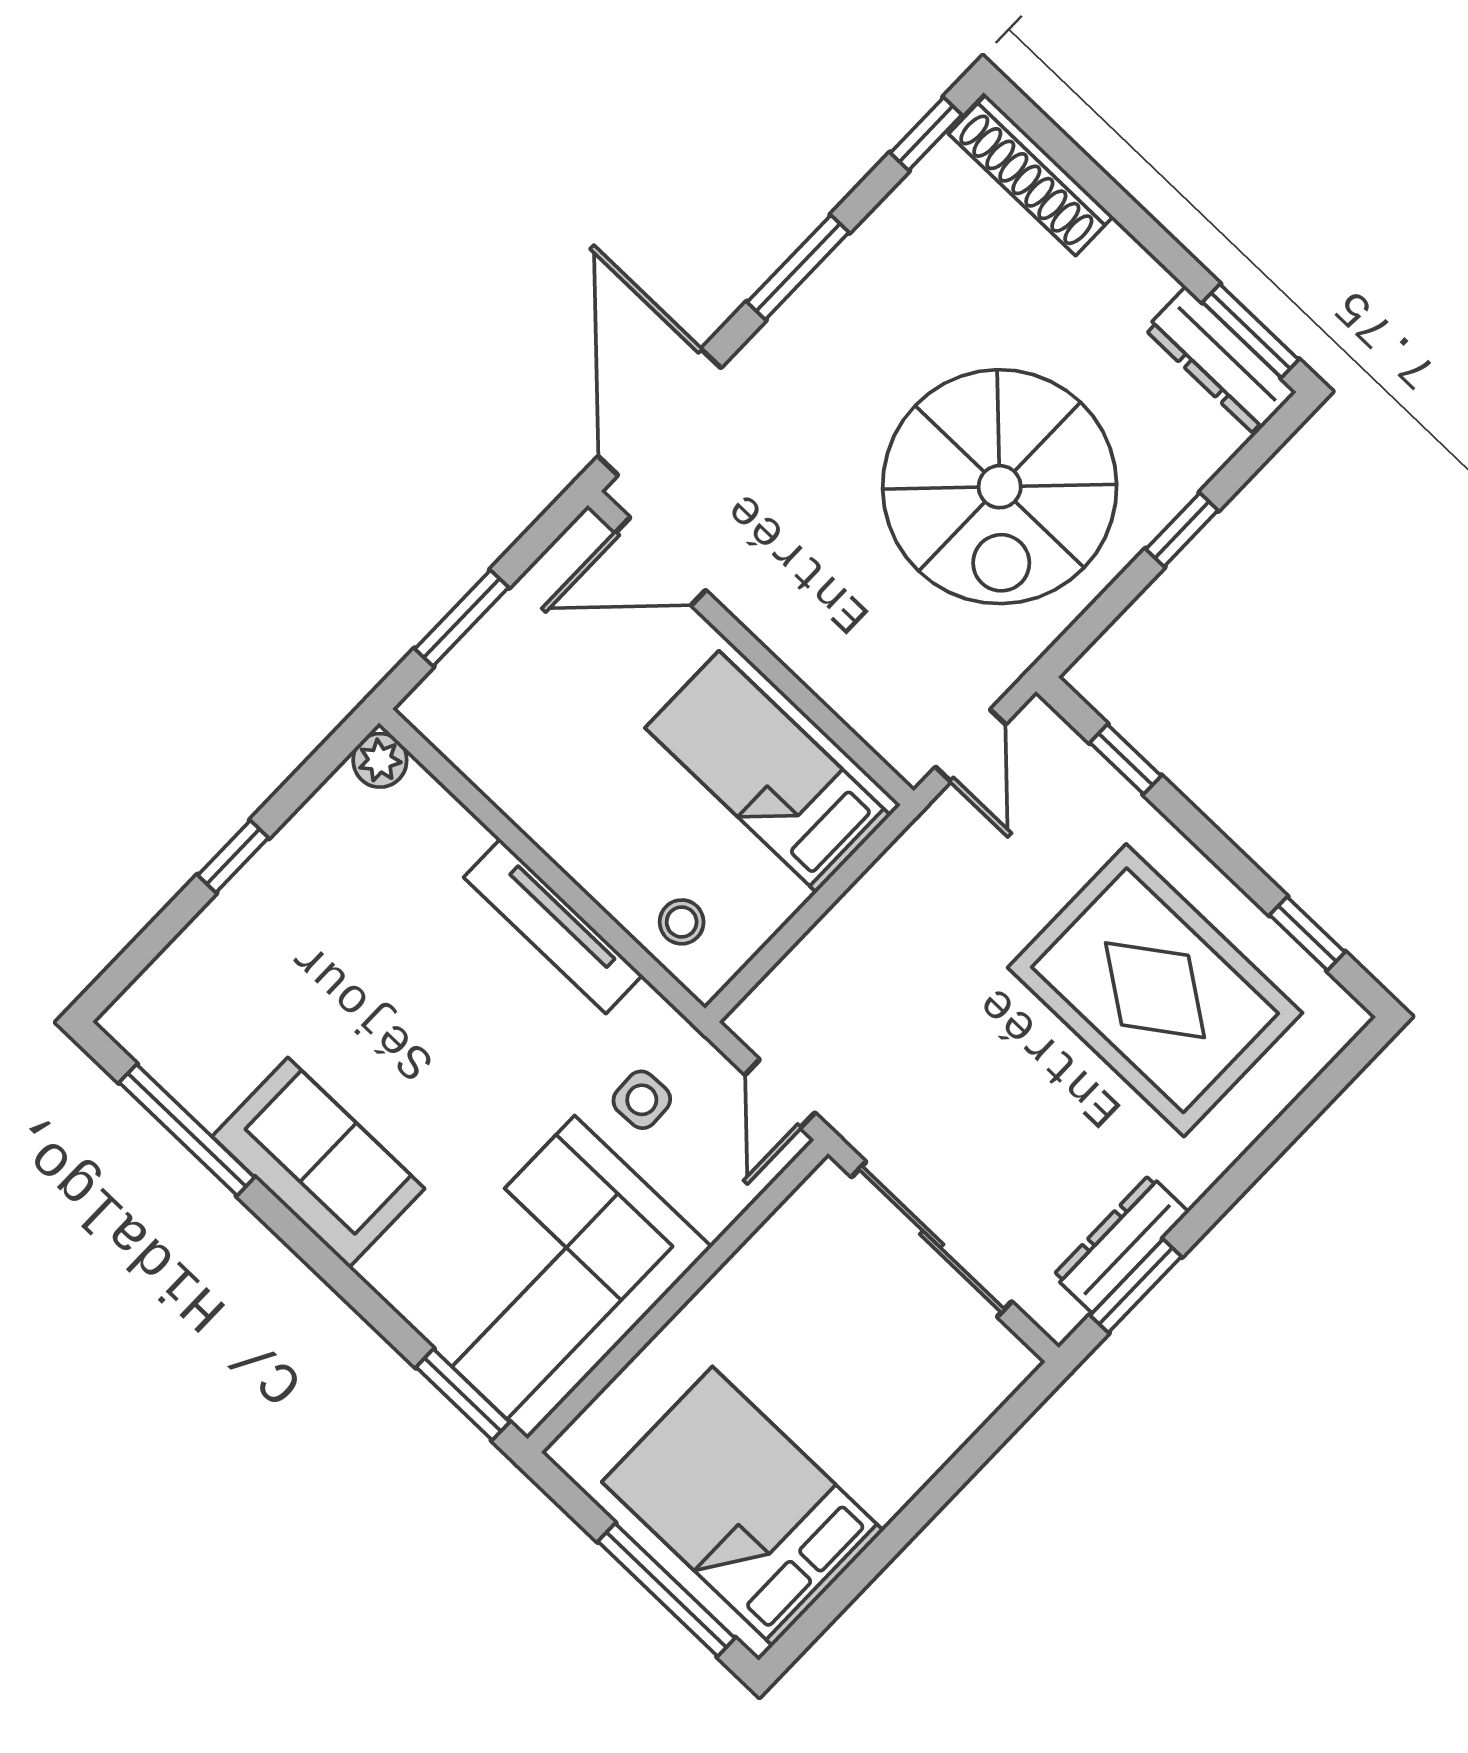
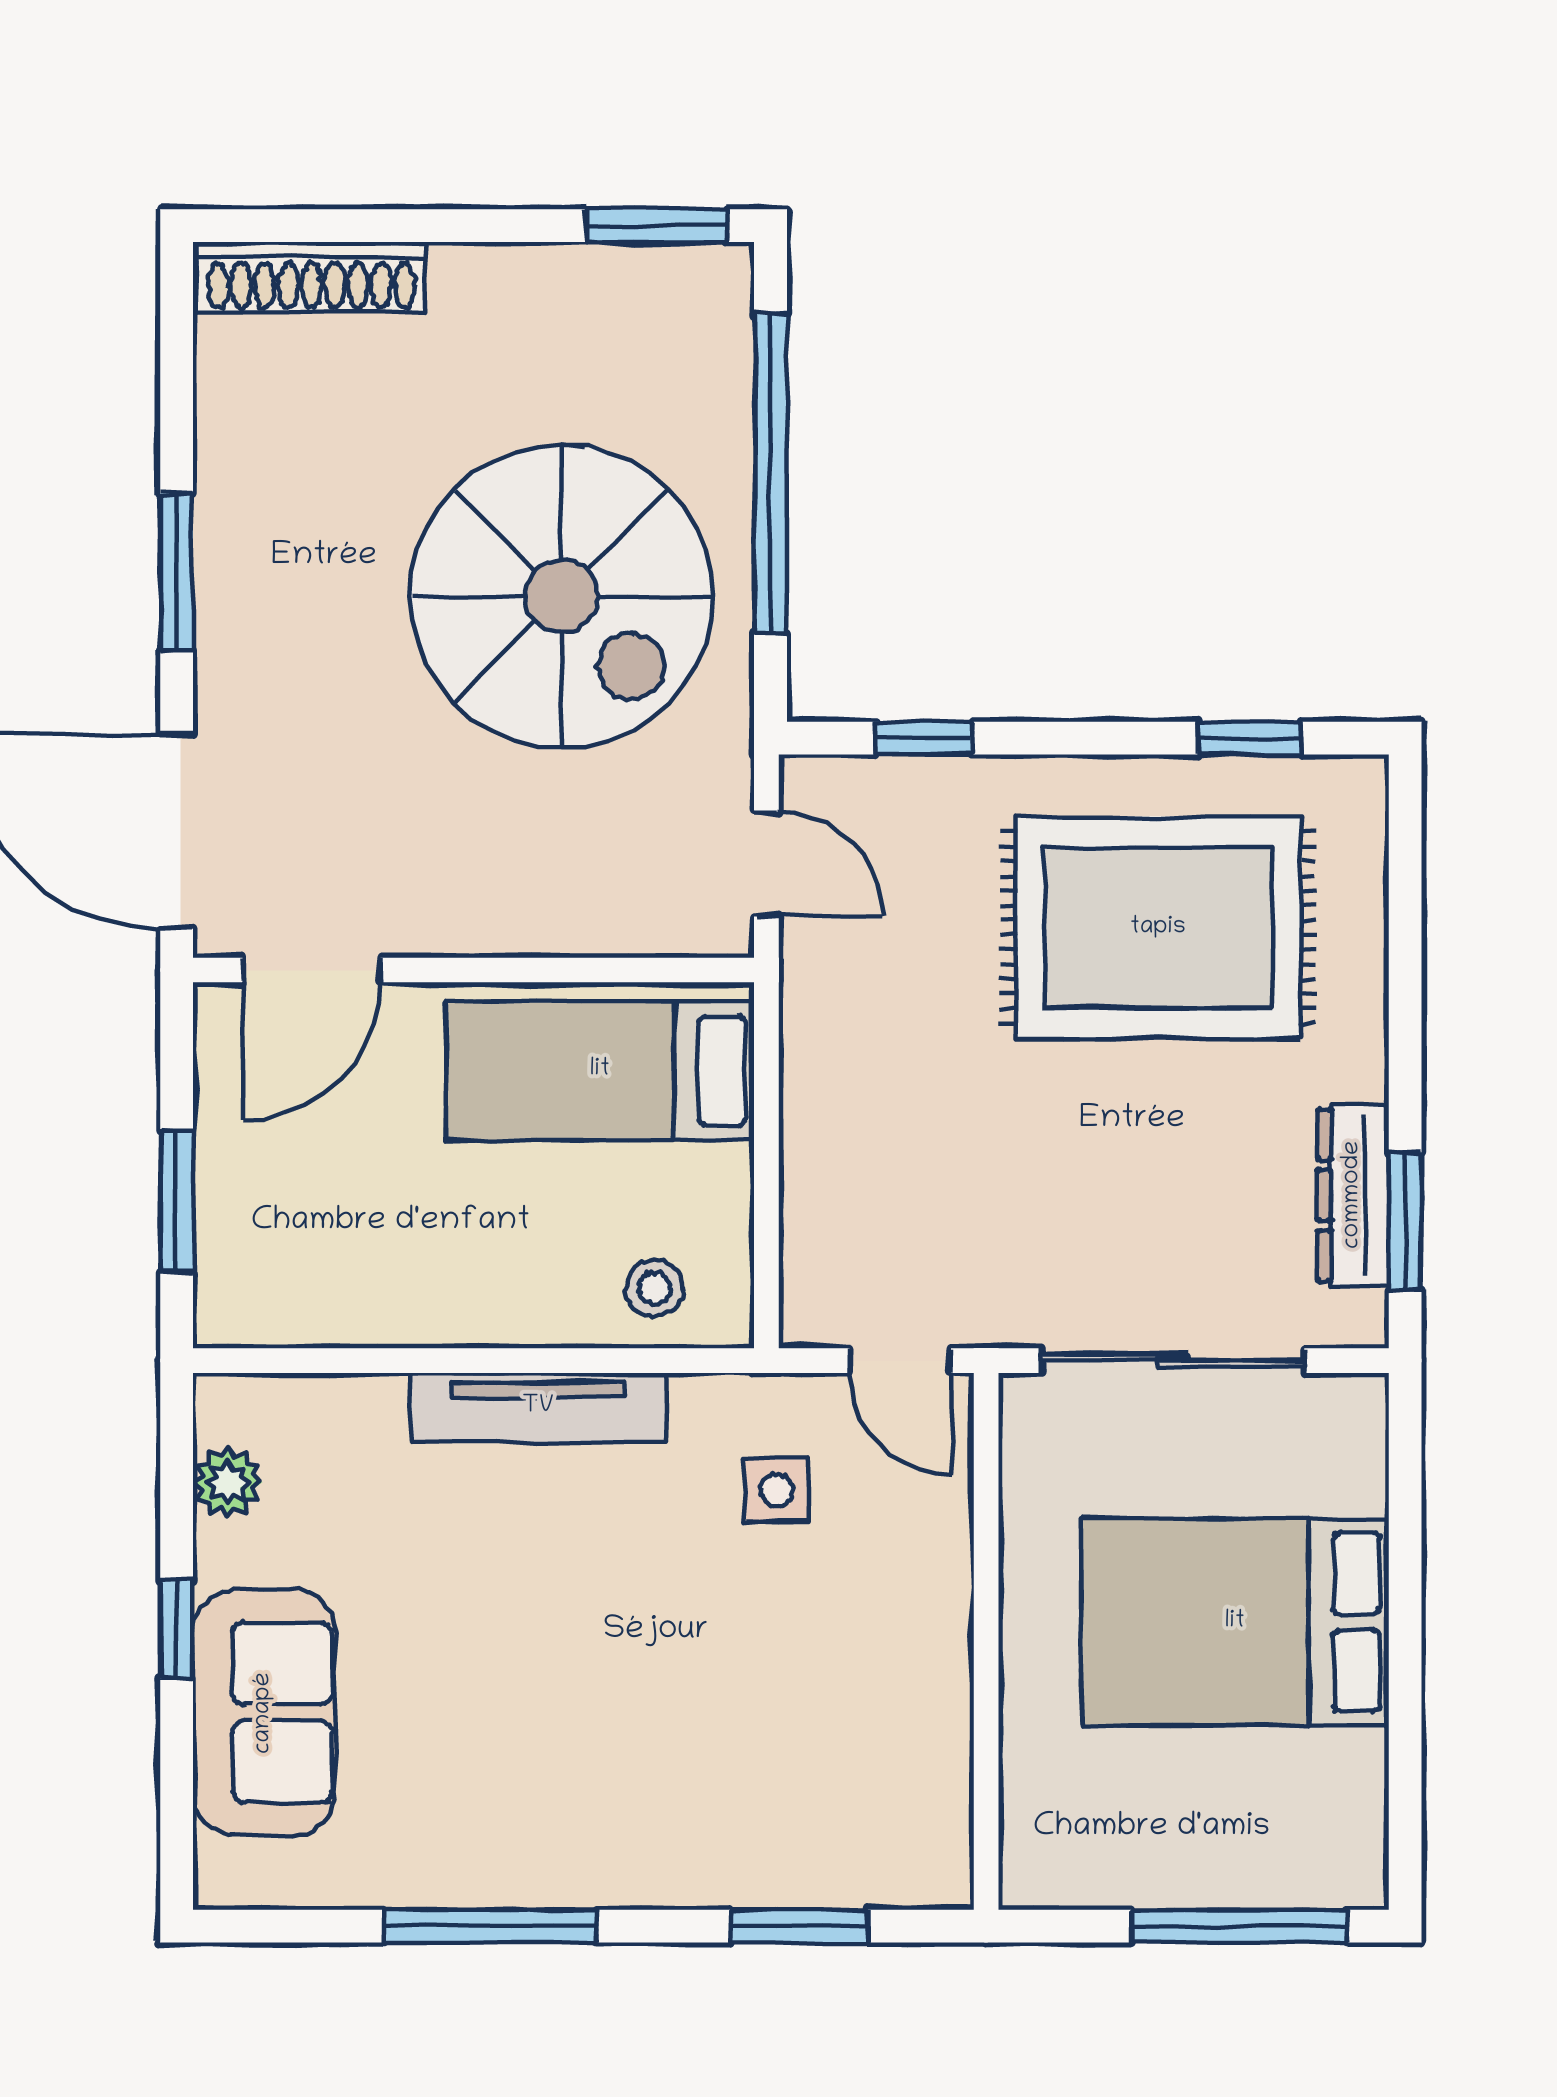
window: (926, 134) -> (177, 332), removed
dresser: (1220, 361) -> (655, 281), removed
window: (1182, 530) -> (771, 473), width x3.17
plant: (380, 760) -> (228, 1482), moved
window: (187, 1130) -> (490, 1926), moved
sofa: (318, 1163) -> (264, 1713), moved, turned 90
corner sofa: (551, 1277) -> (851, 1737), removed
window: (463, 1395) -> (799, 1926), moved
bed: (743, 1506) -> (1235, 1622), moved

